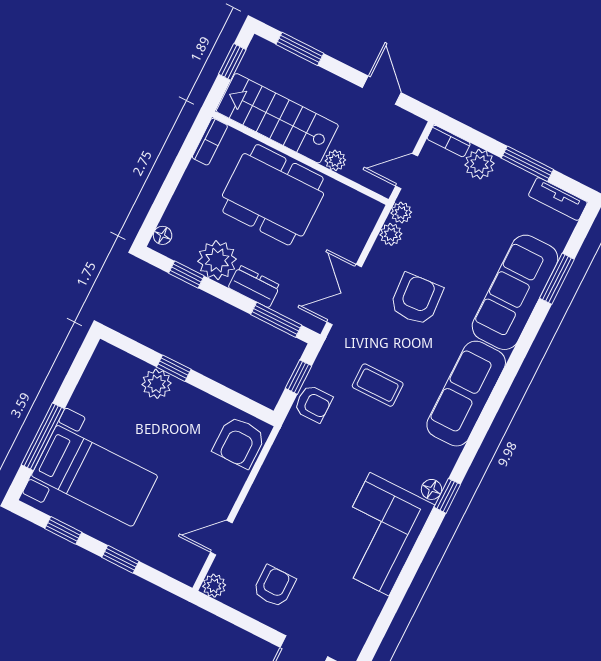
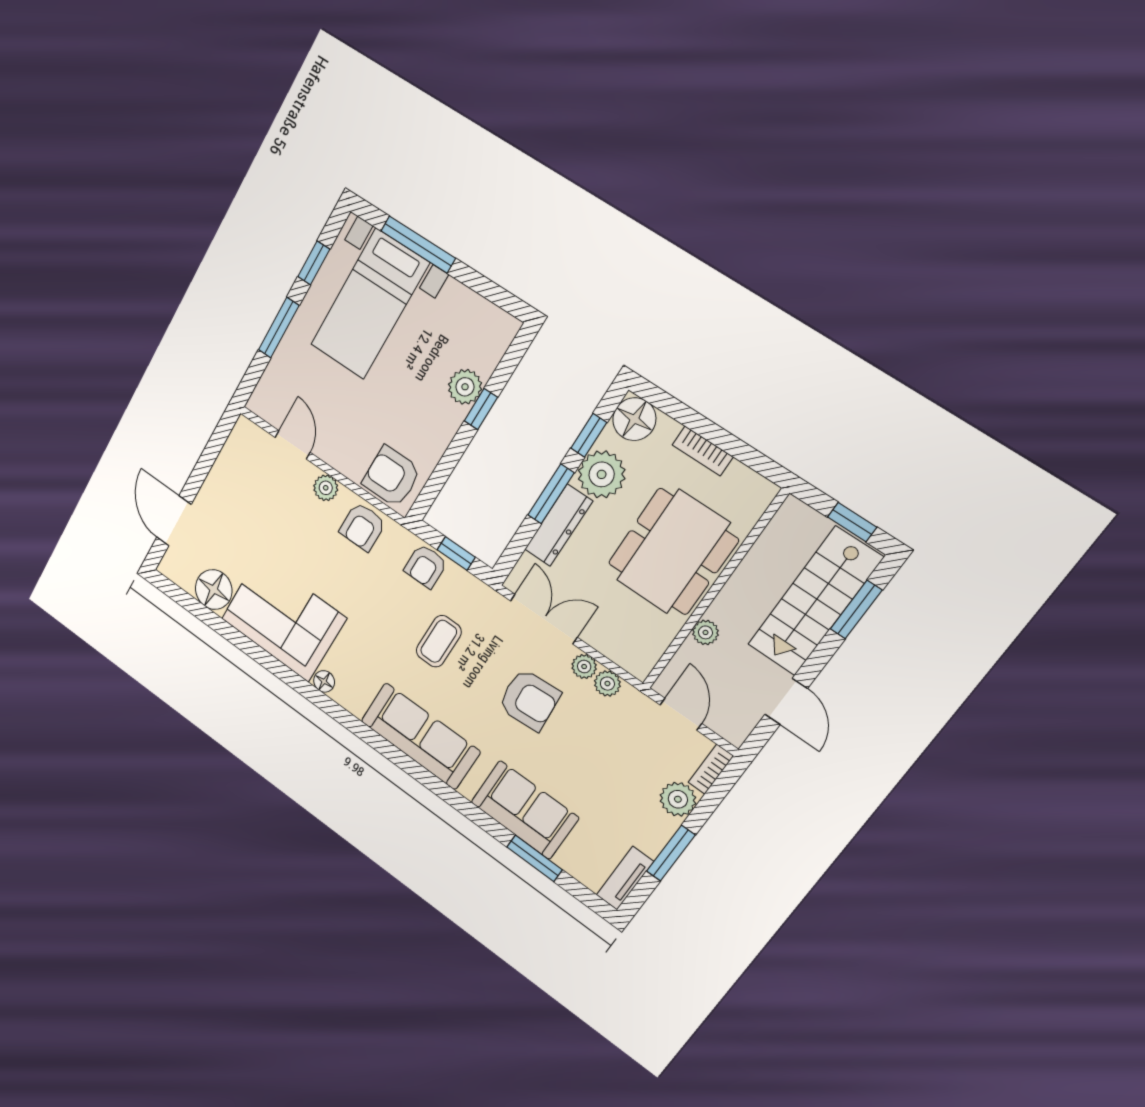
door: (382, 90) -> (786, 701), hinge flipped
stairs: (277, 118) -> (815, 601), moved, turned 180
bookcase: (210, 142) -> (703, 451), moved
plant: (401, 213) -> (584, 667), moved
floor lamp: (163, 235) -> (634, 419), width x1.89, depth x1.89
dresser: (254, 286) -> (559, 525), width x1.44
sofa: (515, 292) -> (525, 810), width x0.73
window: (276, 320) -> (551, 494), moved
window: (447, 496) -> (316, 697), removed
window: (120, 559) -> (279, 328), width x1.50
plant: (214, 586) -> (326, 488), moved
armchair: (274, 586) -> (362, 527), moved, turned 90
floor lamp: (363, 606) -> (214, 590), added

